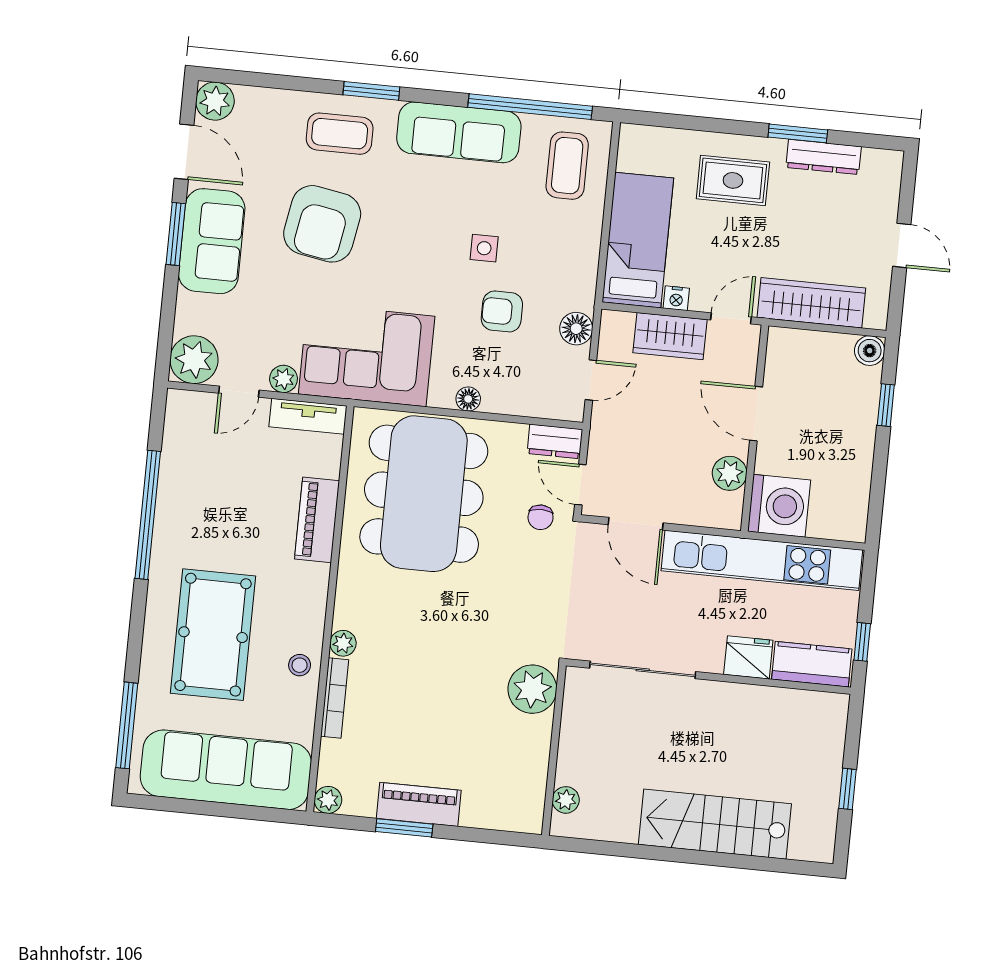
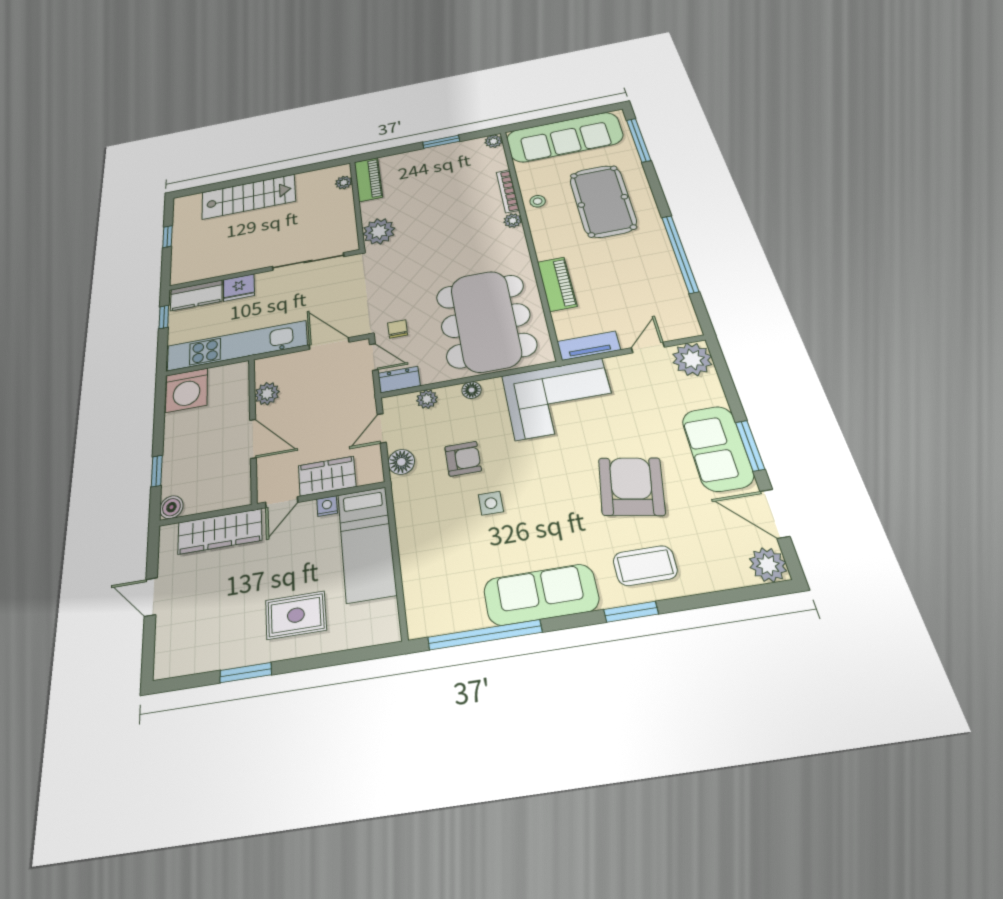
dresser: (824, 157) -> (221, 657), removed
coffee table: (567, 166) -> (439, 590), removed
plant: (283, 379) -> (427, 399), moved
washing machine: (779, 506) -> (187, 390), moved, turned -90
piano: (419, 804) -> (368, 179), moved, turned -90

